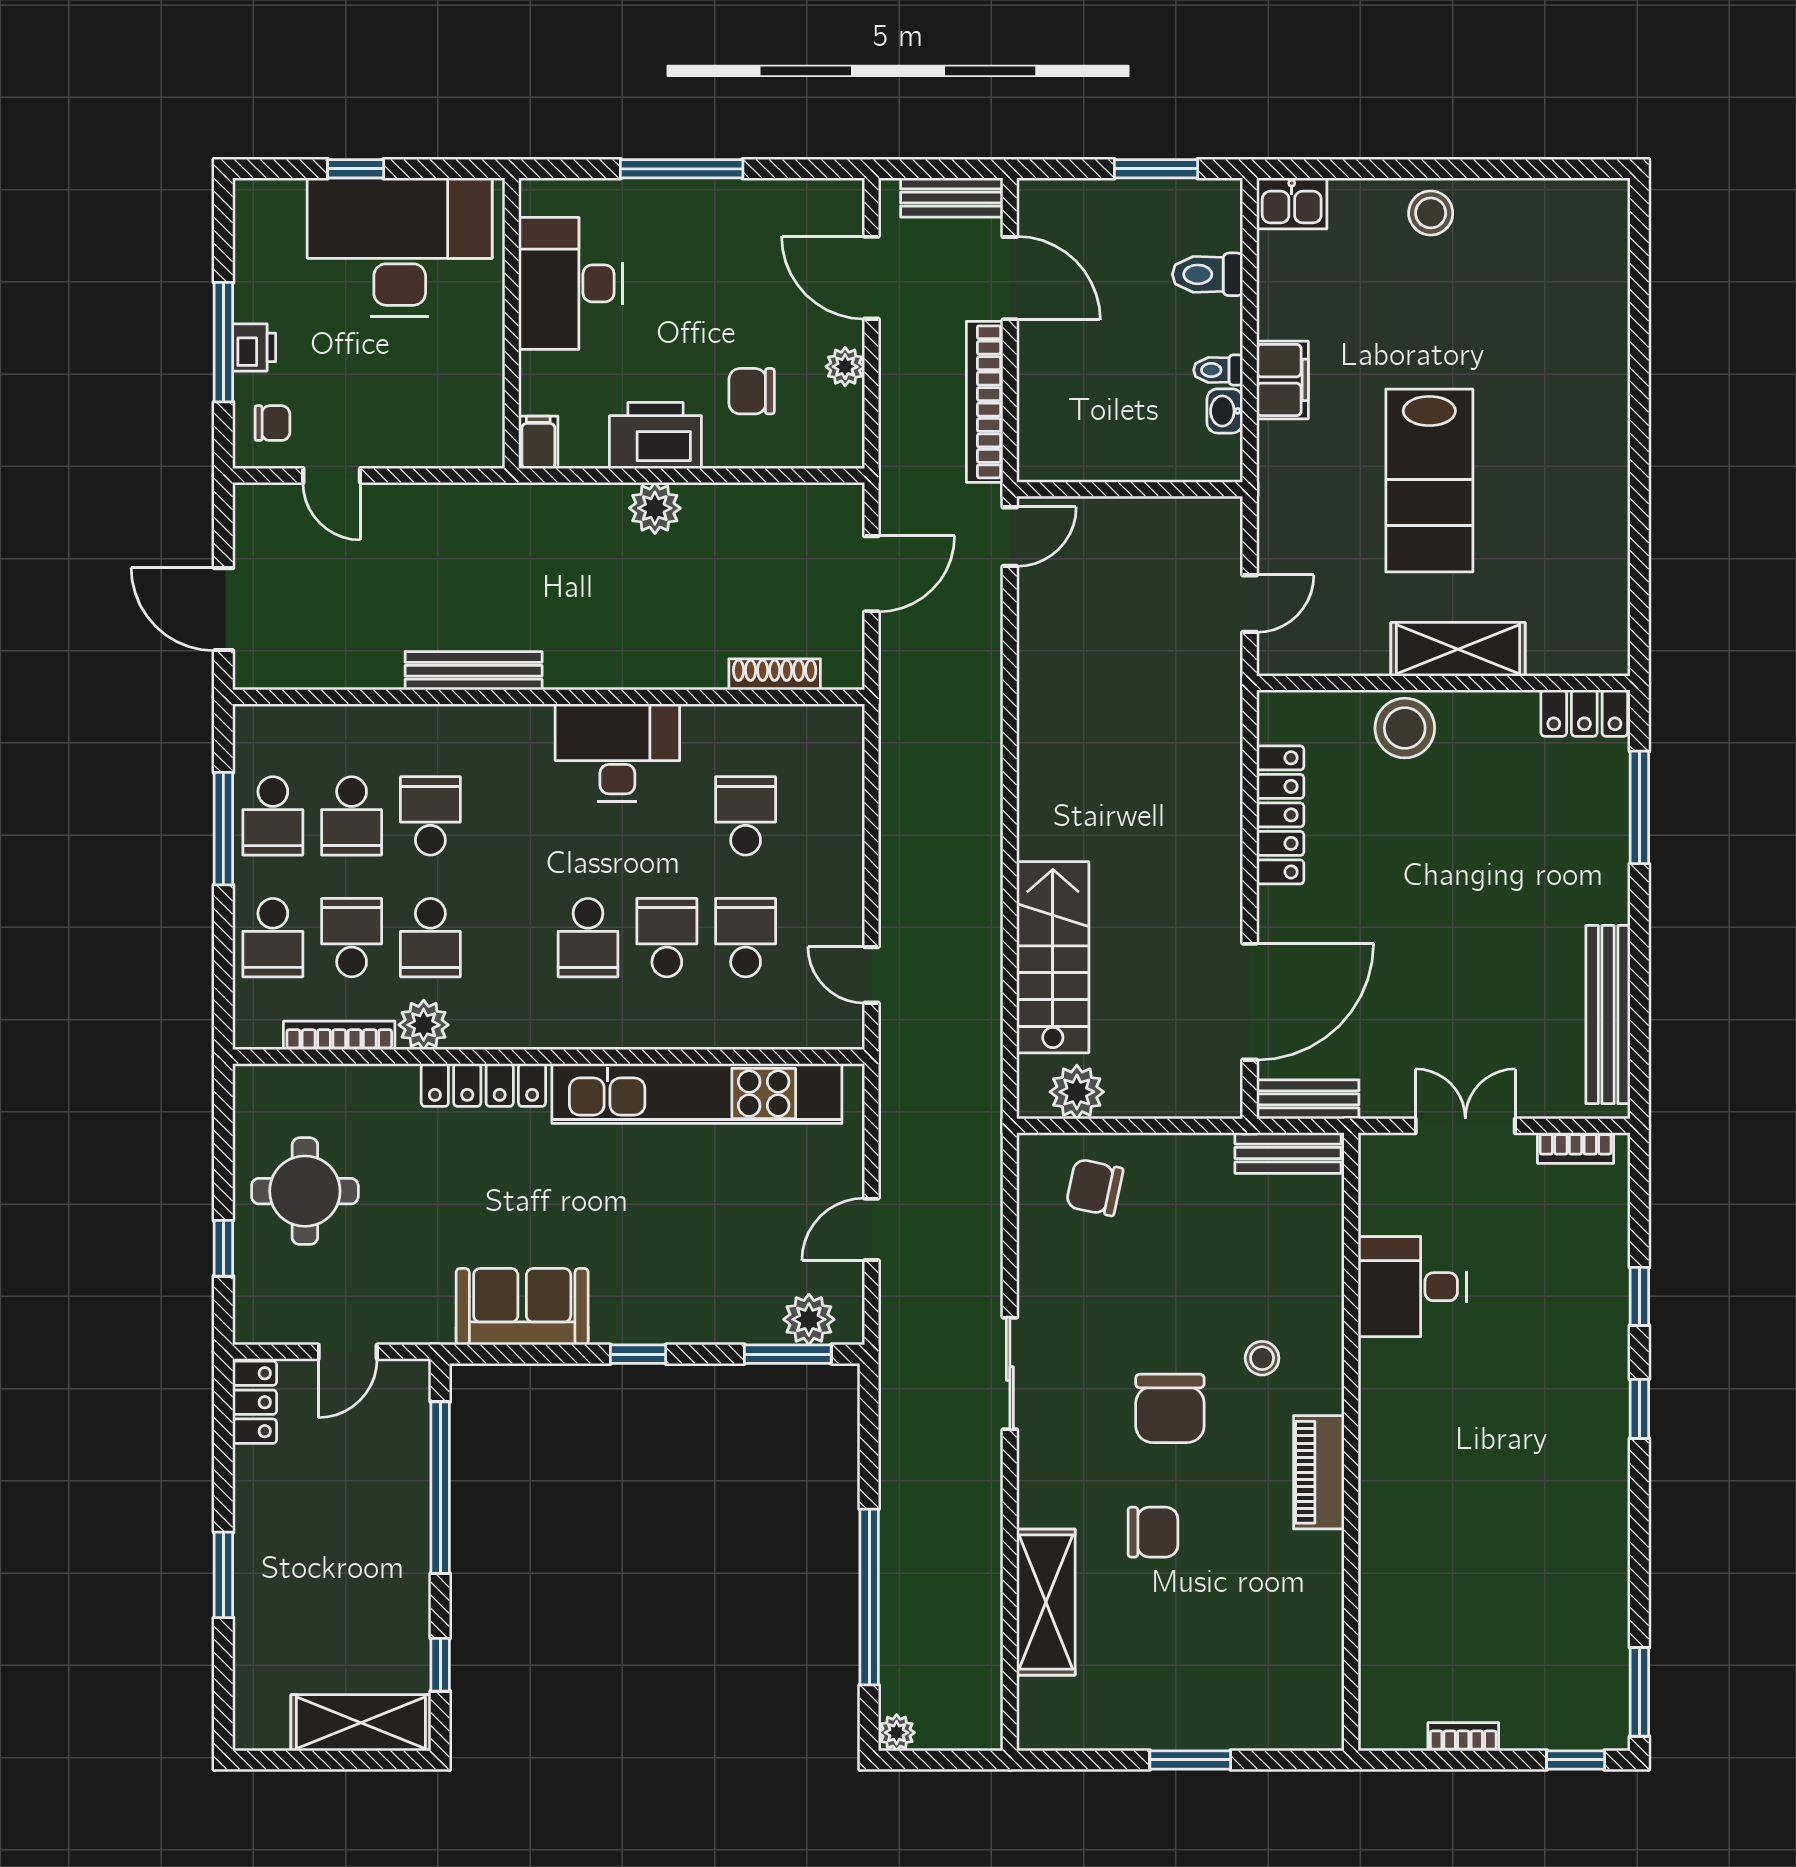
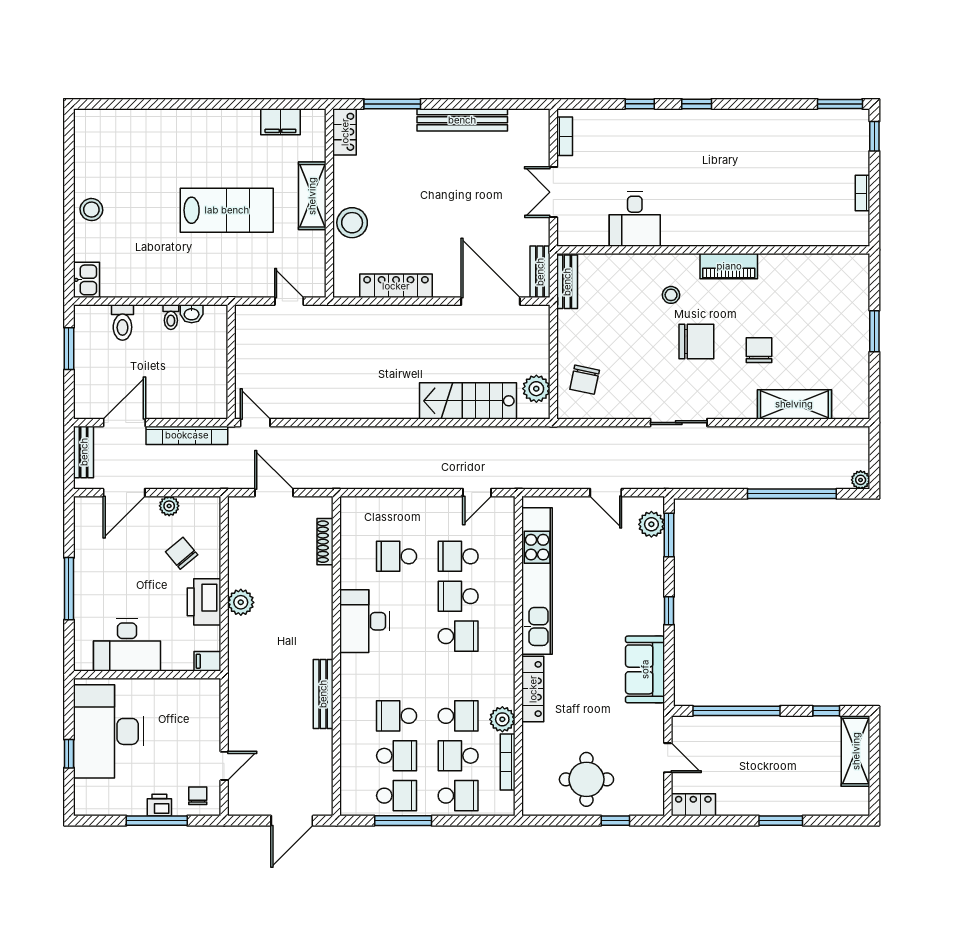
filing cabinet: (1282, 380) -> (280, 122), moved, turned 180
chair: (752, 391) -> (182, 553), turned 140
bench: (1608, 1015) -> (462, 120), moved

